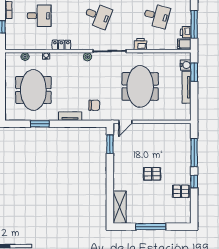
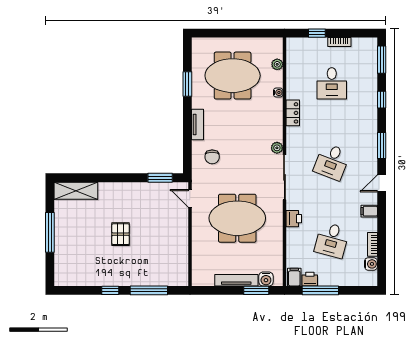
pallet: (181, 191) -> (97, 273), removed

